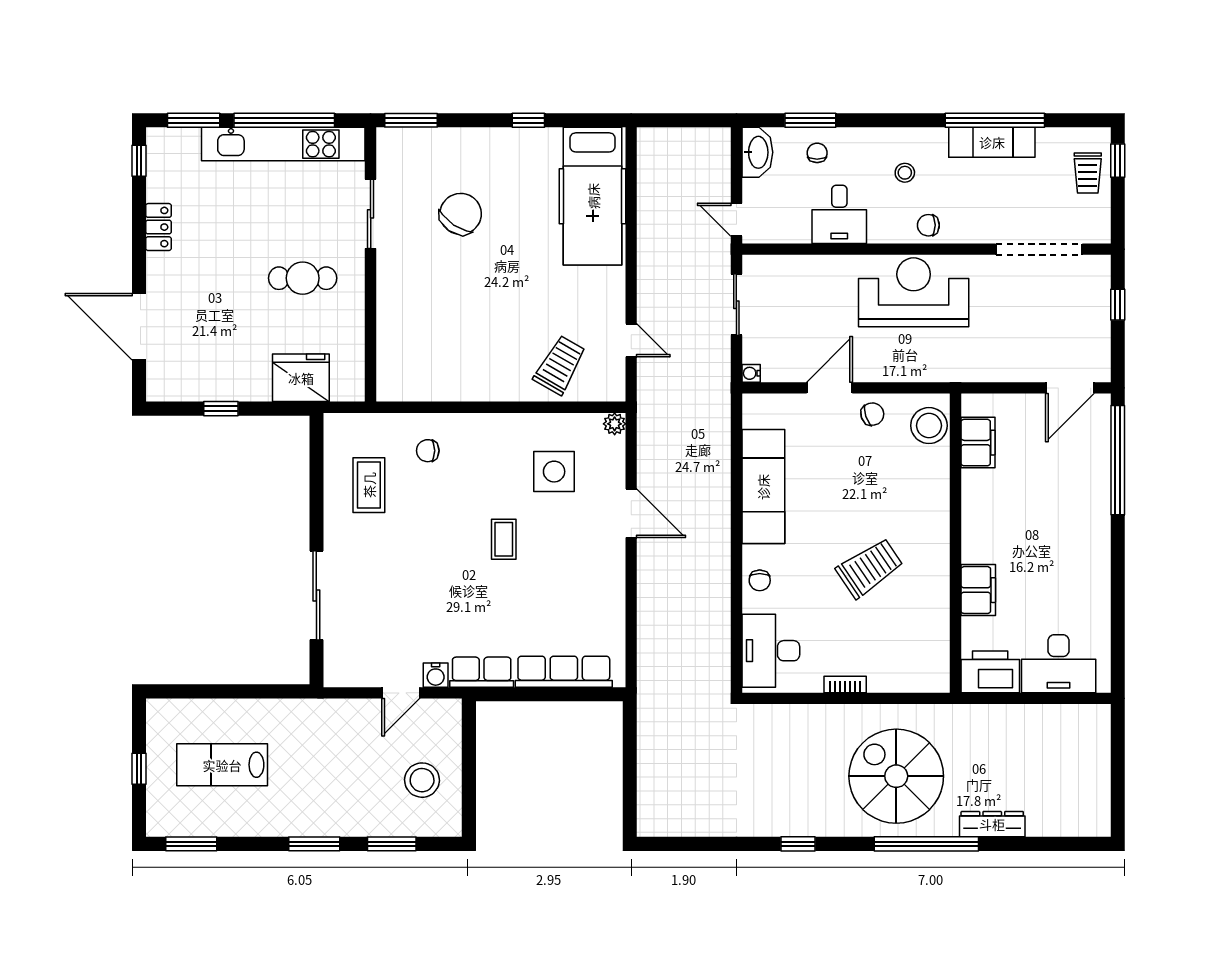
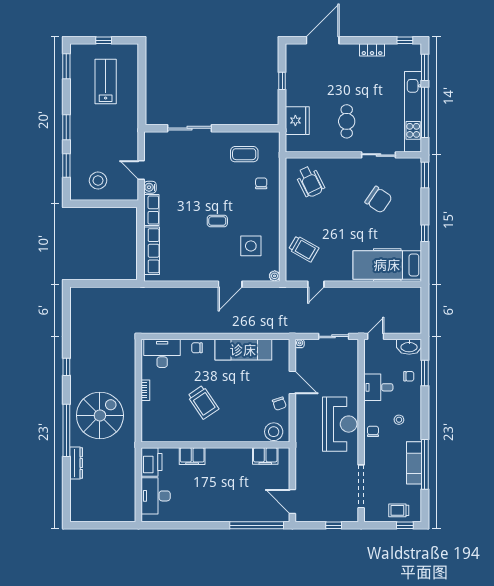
wheelchair: (424, 352) -> (310, 182), added

